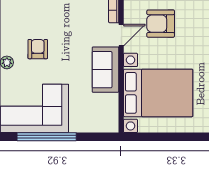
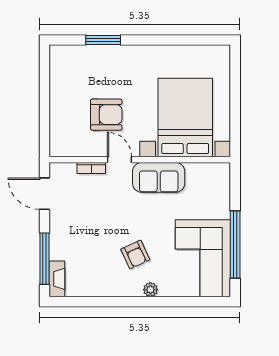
armchair: (161, 24) -> (106, 115), turned -90
armchair: (38, 49) -> (135, 254), turned -115

